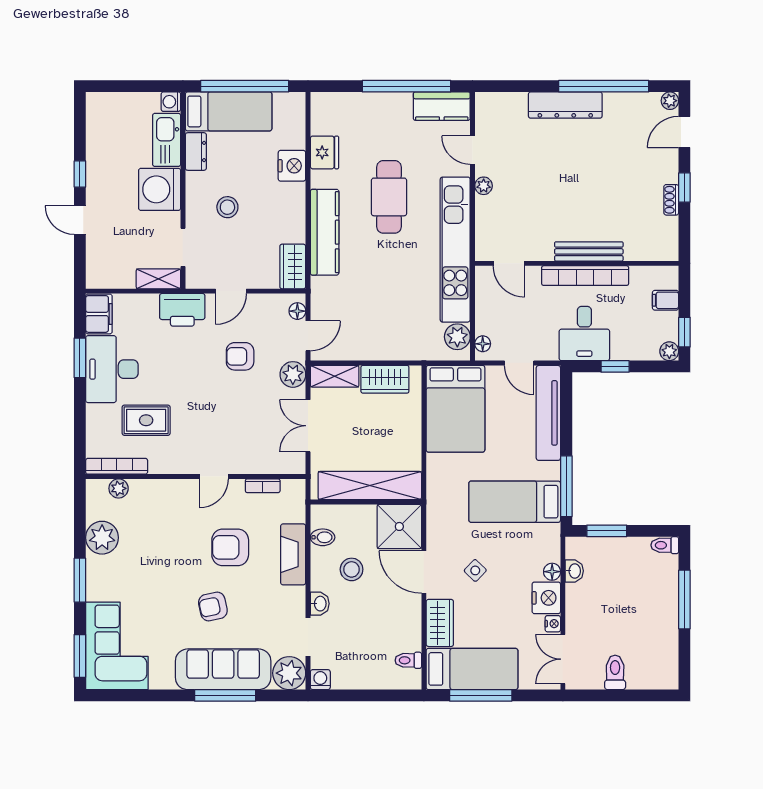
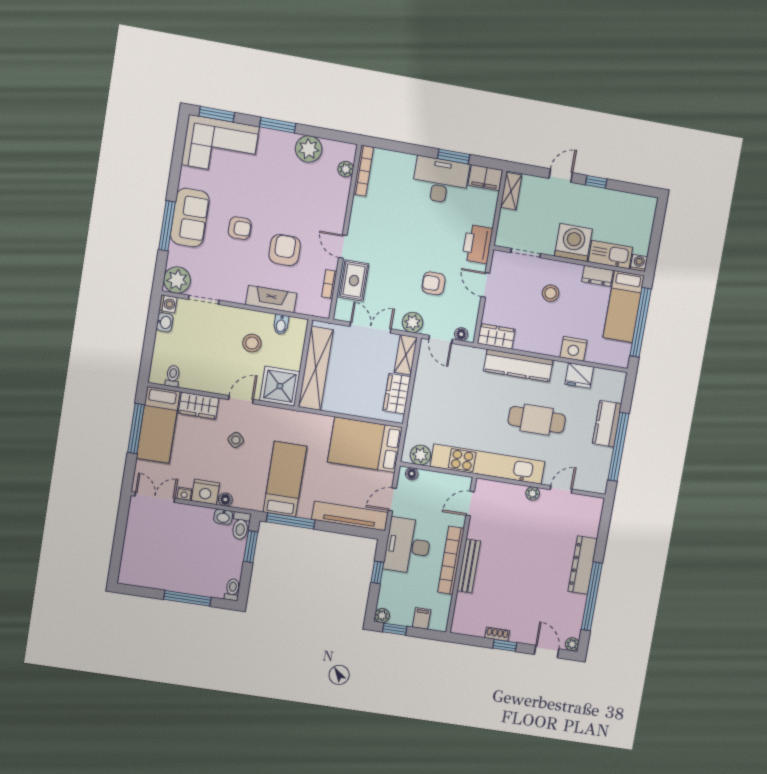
kitchen counter: (442, 106) -> (607, 424), moved
shelving: (158, 279) -> (511, 191), moved
desk: (584, 333) -> (408, 546), width x1.37
armchair: (240, 356) -> (434, 283), turned -90
rug: (146, 420) -> (354, 281), moved
door: (424, 572) -> (241, 400), width x0.73
washbasin: (320, 604) -> (165, 322), moved, turned -90
armchair: (213, 606) -> (240, 228), turned 102
sofa: (223, 669) -> (190, 218), width x0.73
toilet: (615, 672) -> (241, 526), moved, turned 90

